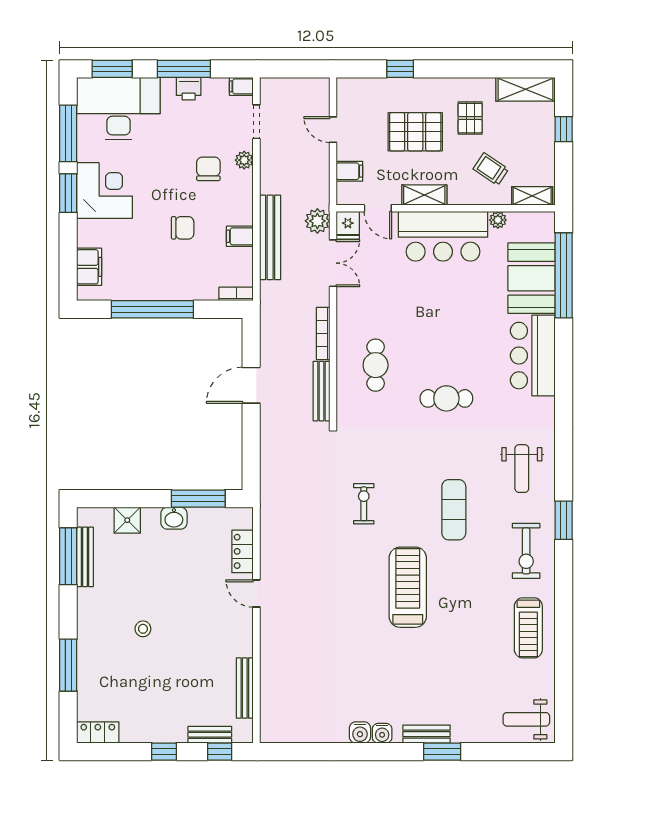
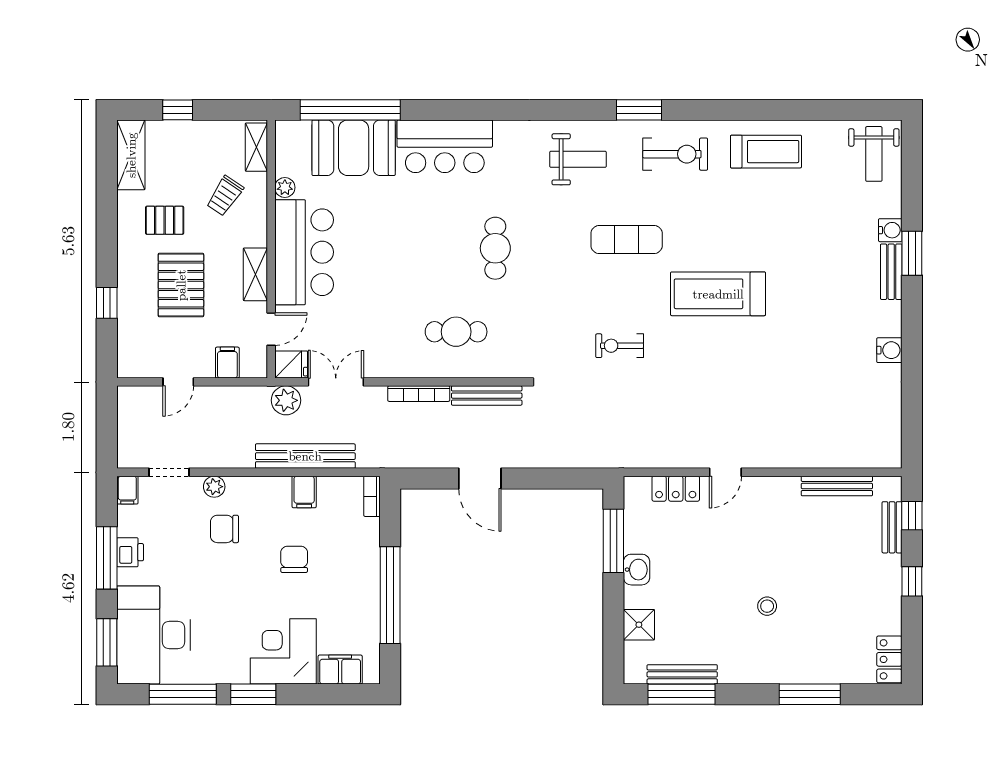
corner desk: (105, 191) -> (283, 651), moved
water cooler: (382, 733) -> (890, 230), moved

